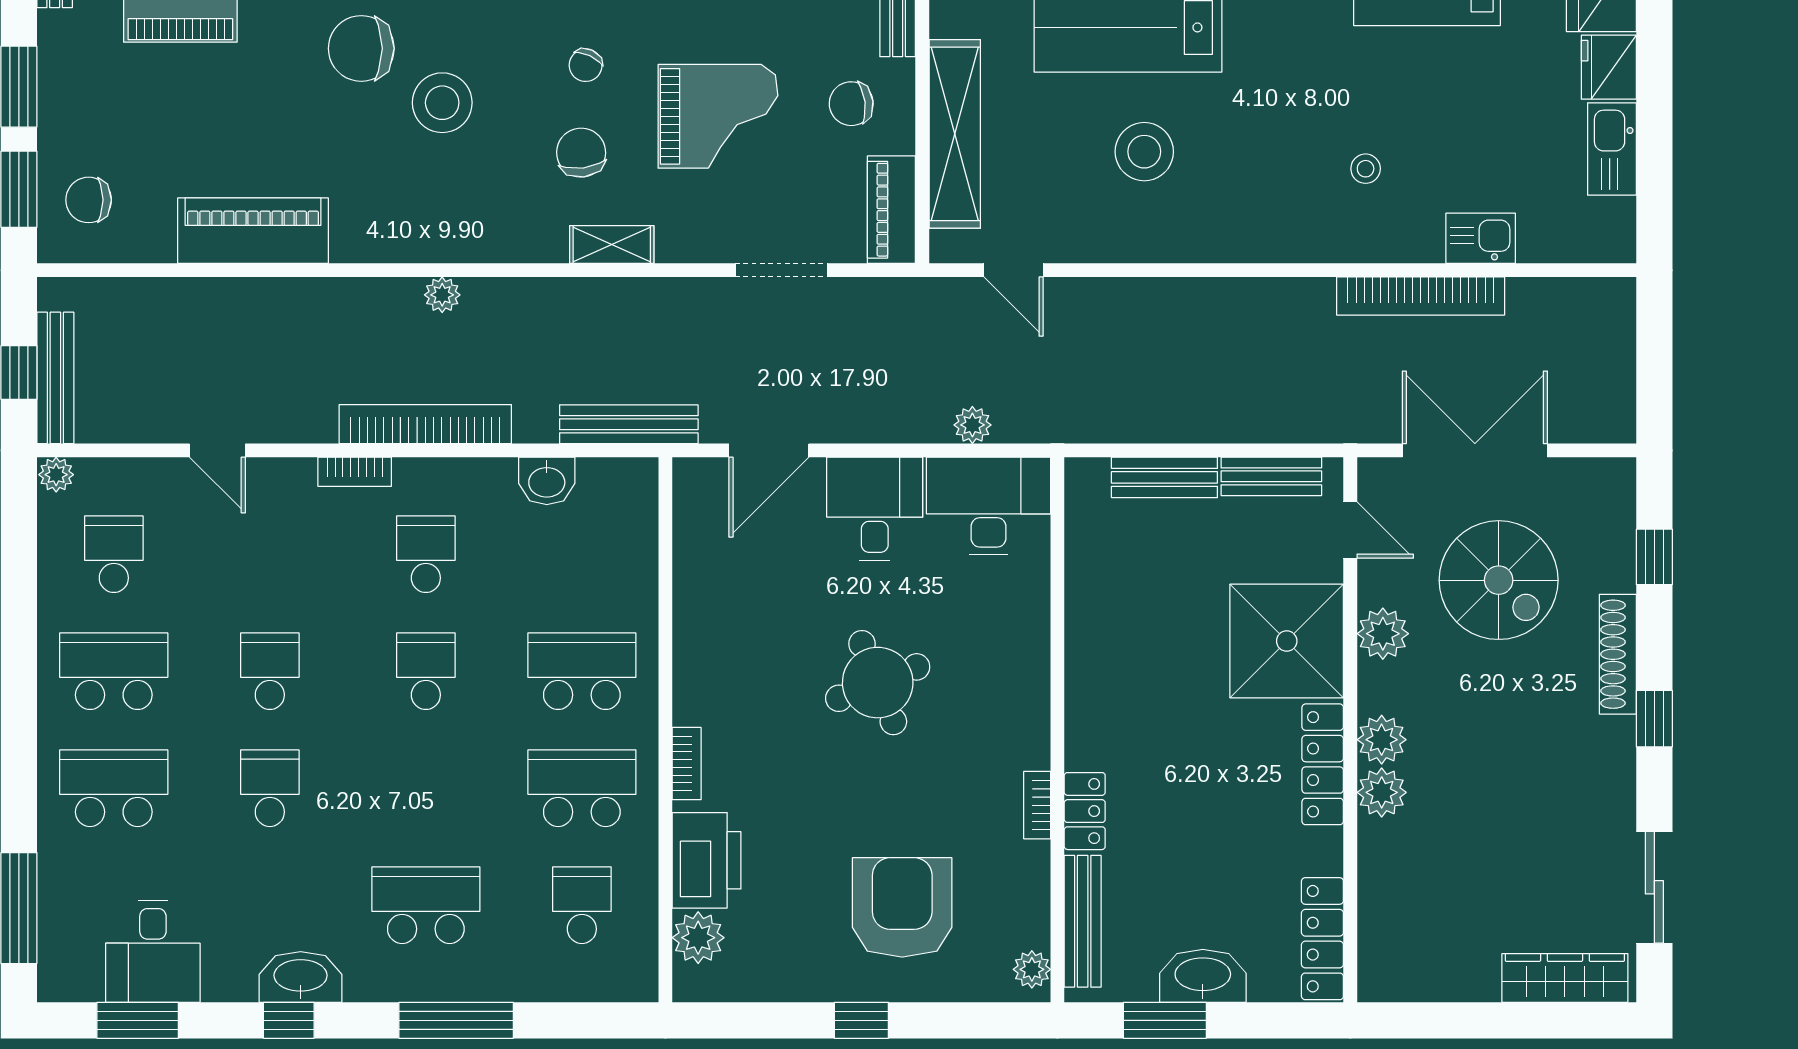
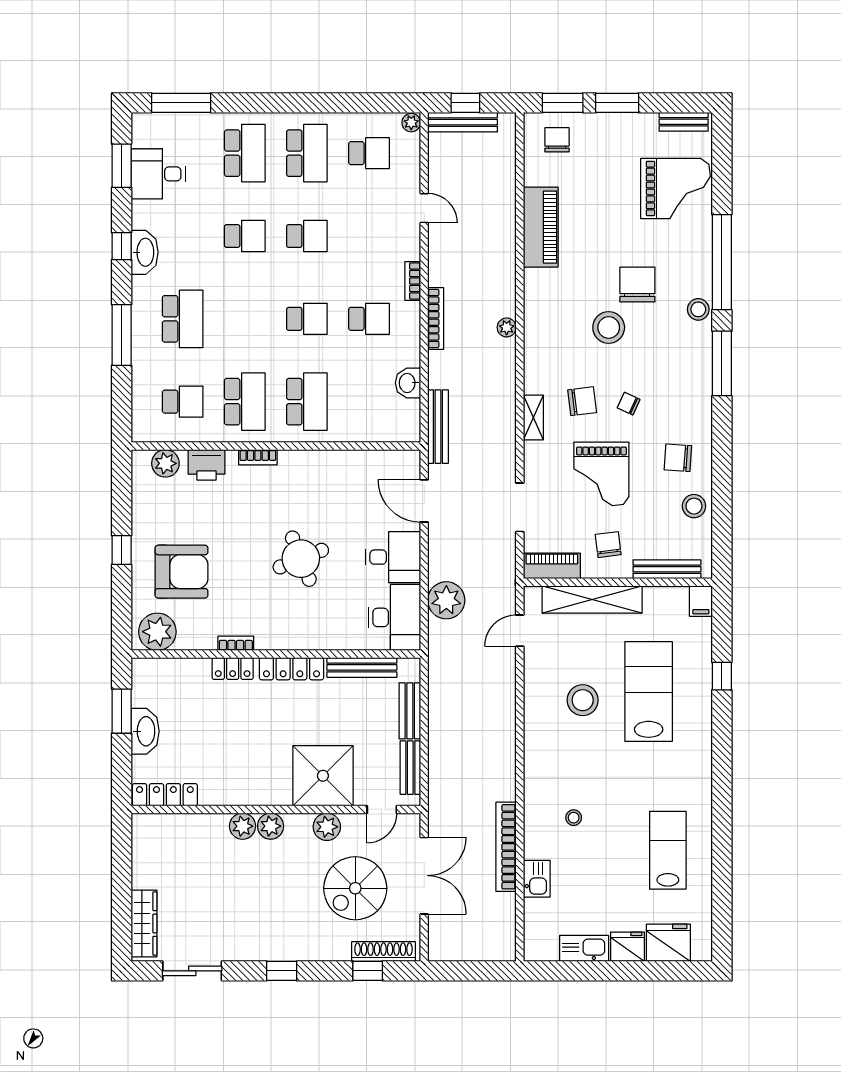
bookcase: (425, 424) -> (436, 319), width x0.68, depth x0.76
plant: (972, 425) -> (446, 600), width x1.88, depth x1.88
door: (217, 450) -> (424, 208), swing flipped
shoe rack: (1618, 654) -> (384, 952), moved
locker: (1323, 764) -> (291, 669), moved, turned 180
printer: (707, 860) -> (206, 465), width x0.73, depth x0.84
bench: (1083, 921) -> (362, 667), moved
plant: (1032, 969) -> (157, 632), width x1.88, depth x1.88

